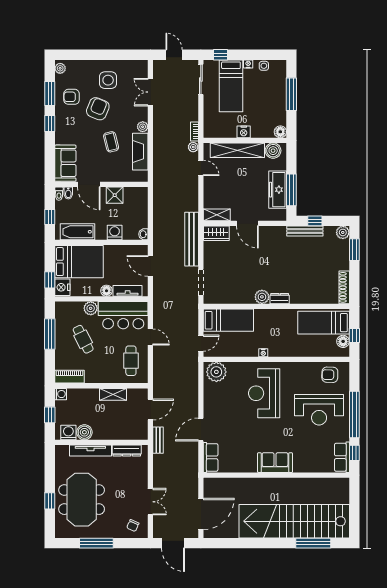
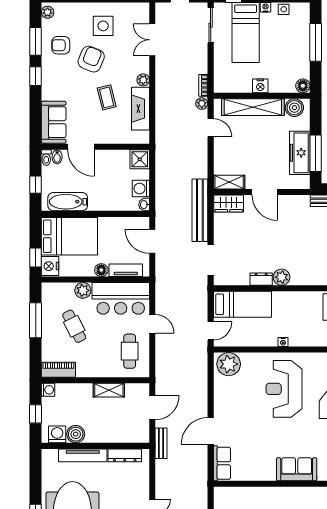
shower: (115, 195) -> (140, 159), moved
washing machine: (115, 232) -> (141, 189), moved, turned -90
dresser: (280, 299) -> (261, 279), moved

